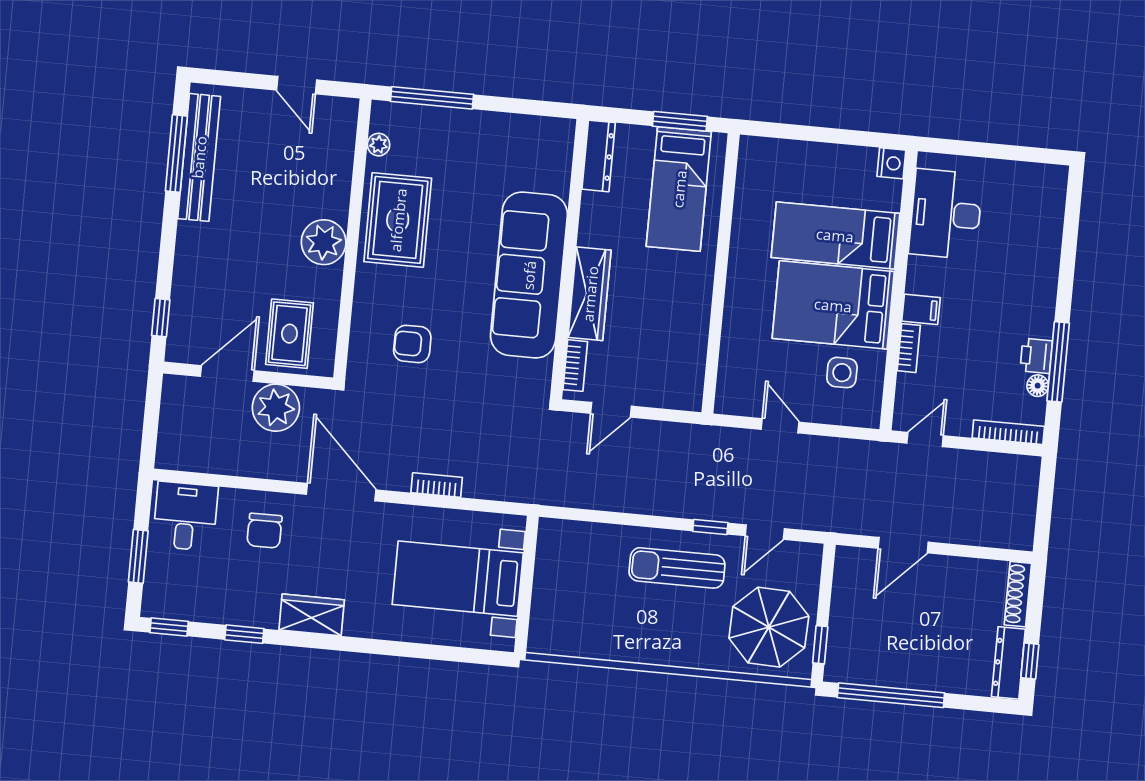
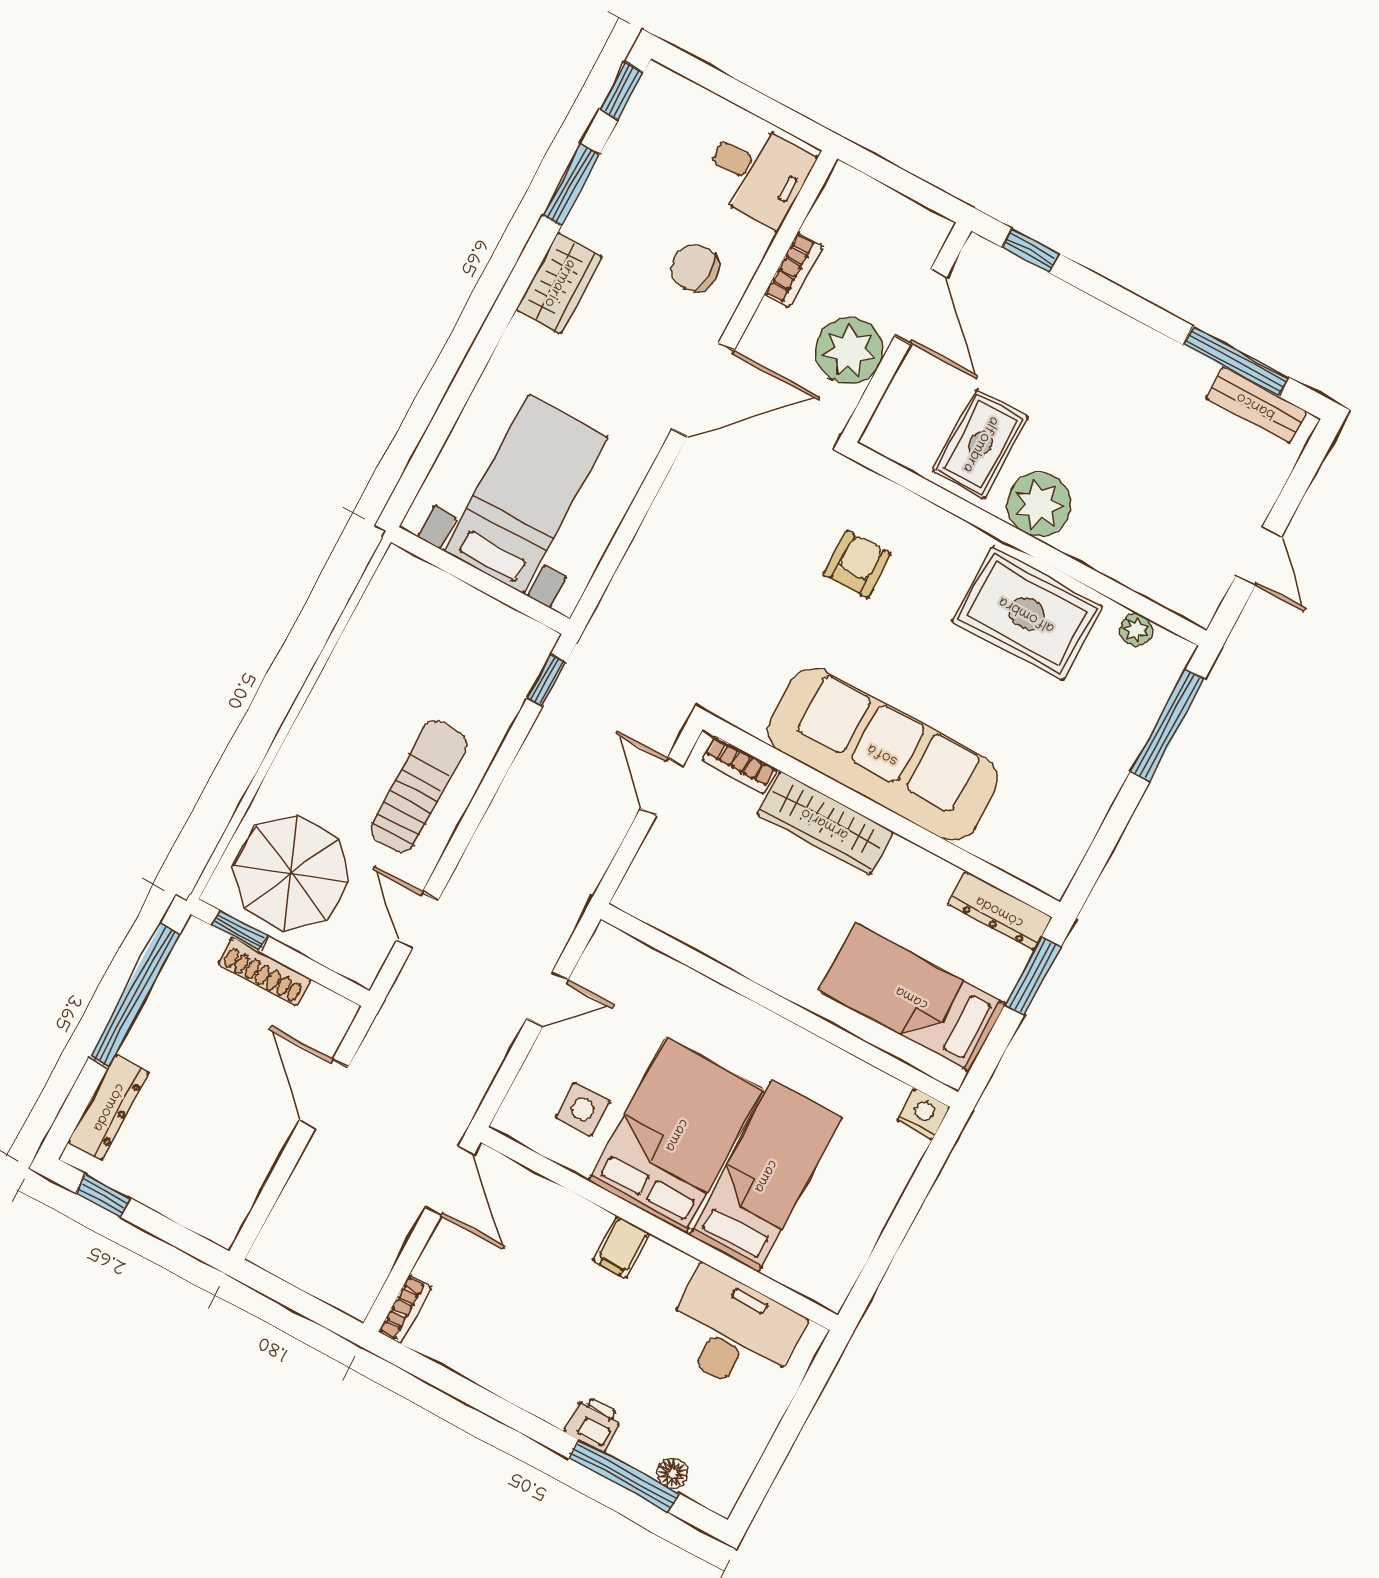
door: (297, 85) -> (1259, 556), swing flipped
window: (680, 121) -> (1033, 976), moved
bench: (199, 157) -> (1256, 405), width x0.54, depth x0.82
nightstand: (891, 163) -> (923, 1114), moved, turned 180
rug: (289, 334) -> (980, 444), moved, turned 90
bookcase: (909, 348) -> (578, 1210), removed
printer: (1036, 356) -> (593, 1424), moved
window: (1058, 362) -> (624, 1476), moved
floor lamp: (1038, 386) -> (673, 1473), moved
bookcase: (1008, 432) -> (405, 1309), width x0.64
door: (925, 439) -> (450, 1181), width x1.38
bookcase: (437, 485) -> (793, 270), moved
window: (710, 527) -> (547, 680), moved
window: (138, 556) -> (731, 89), removed
shoe rack: (1018, 594) -> (265, 971), moved, turned 180
window: (244, 634) -> (571, 185), width x1.50
dresser: (1008, 663) -> (108, 1107), moved, turned 90

